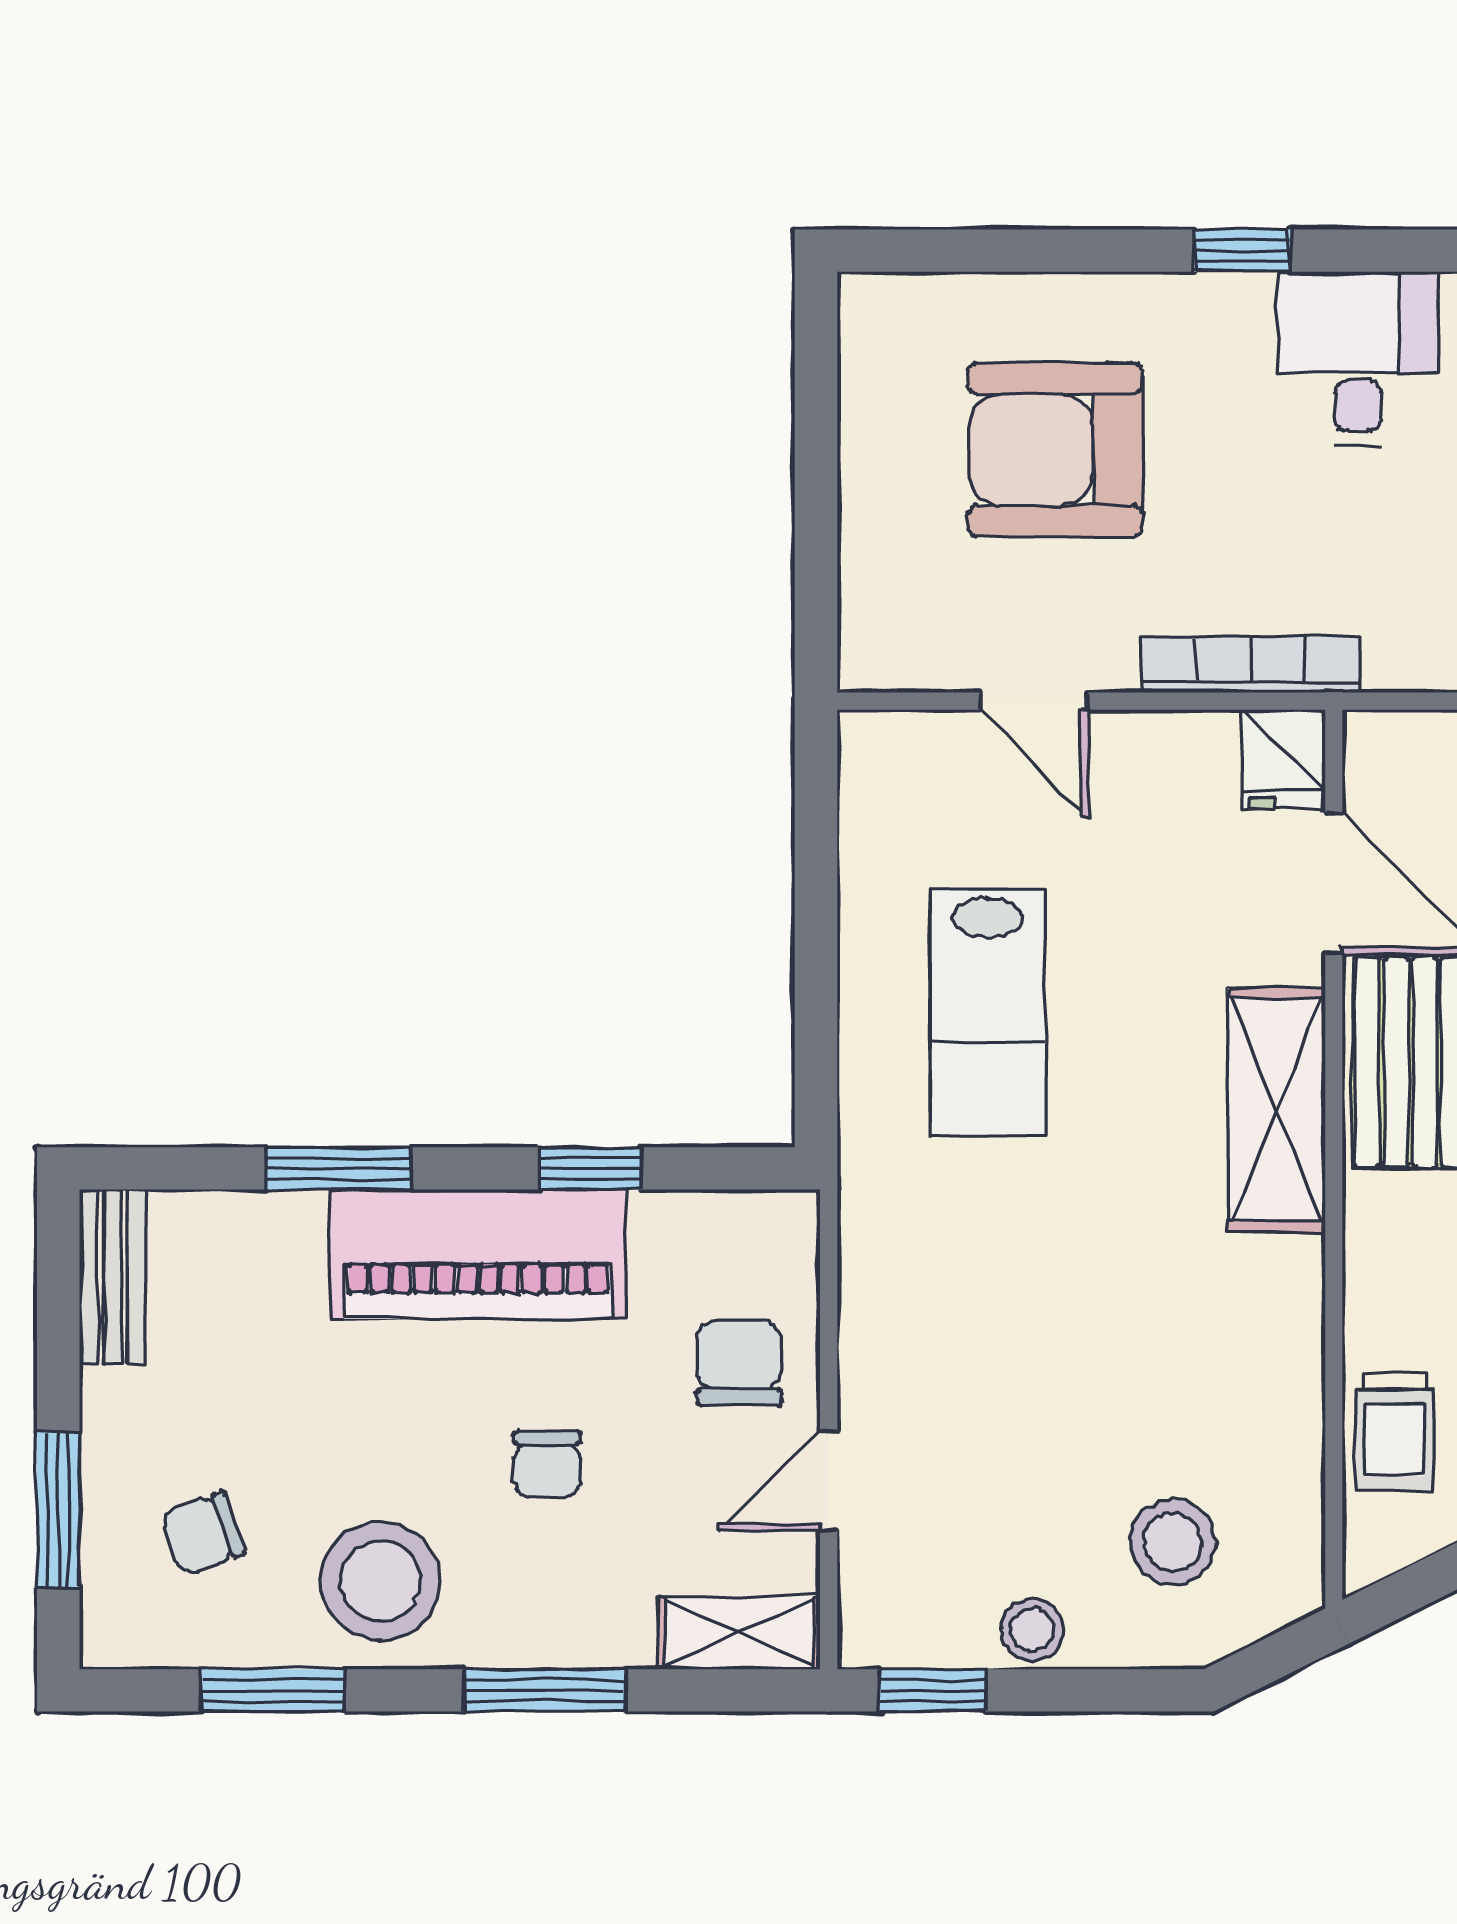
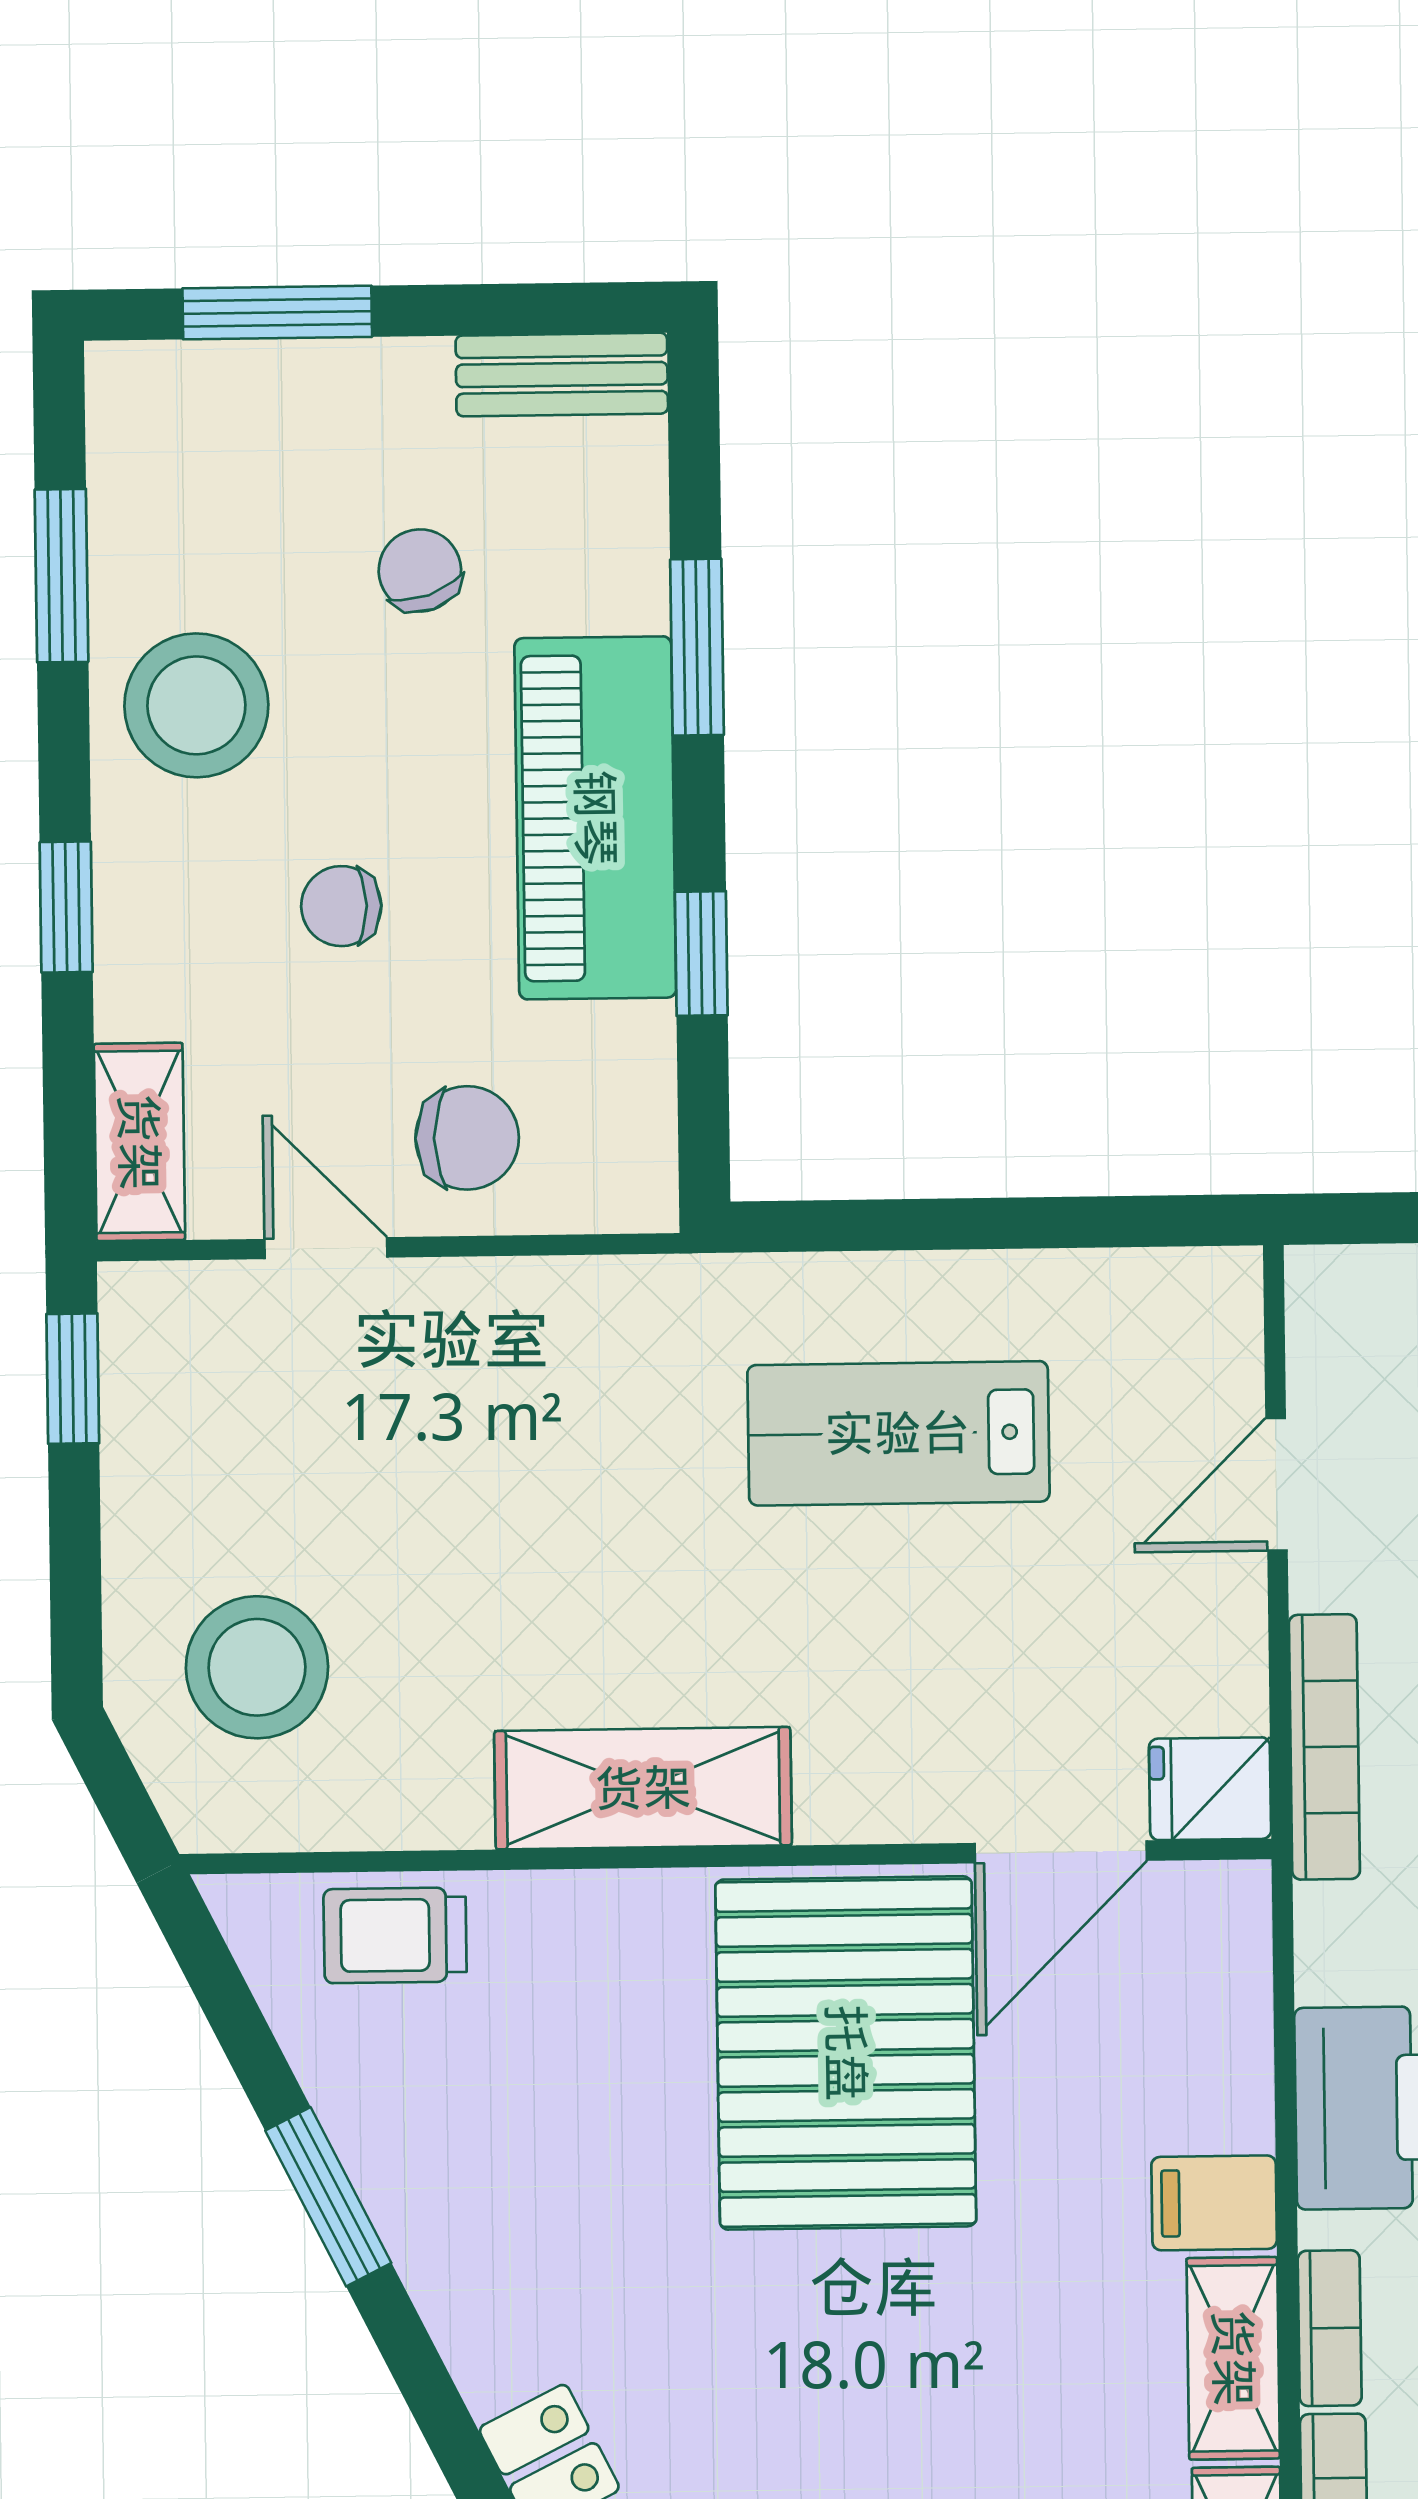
shelving: (1277, 1110) -> (643, 1788), moved
chair: (203, 1533) -> (420, 570), moved
stool: (1173, 1542) -> (257, 1667), width x1.38, depth x1.38
stool: (1032, 1630) -> (148, 1498), removed
window: (545, 1690) -> (66, 907), width x0.67

